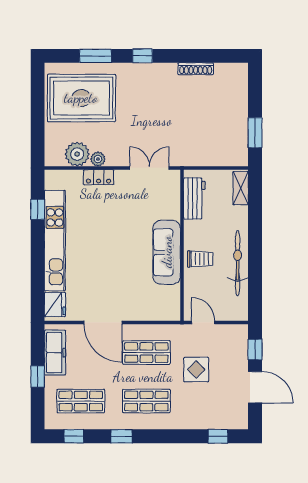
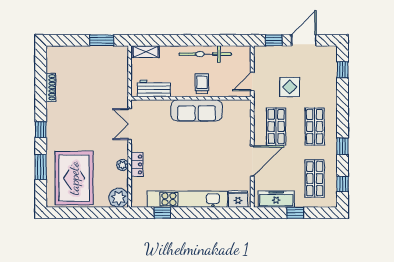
plant: (77, 154) -> (119, 198), moved

